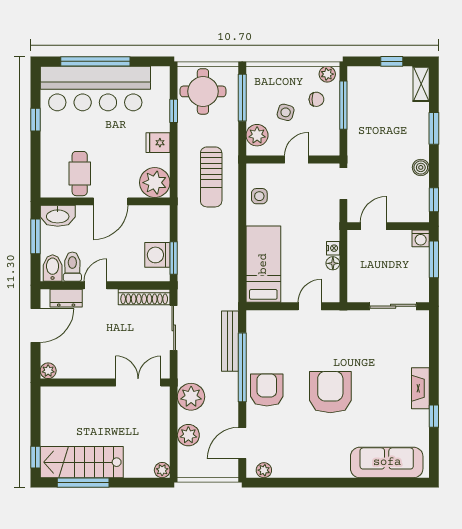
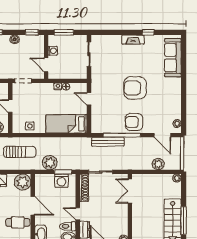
washing machine: (421, 238) -> (53, 51), moved
plant: (191, 397) -> (50, 163), moved

